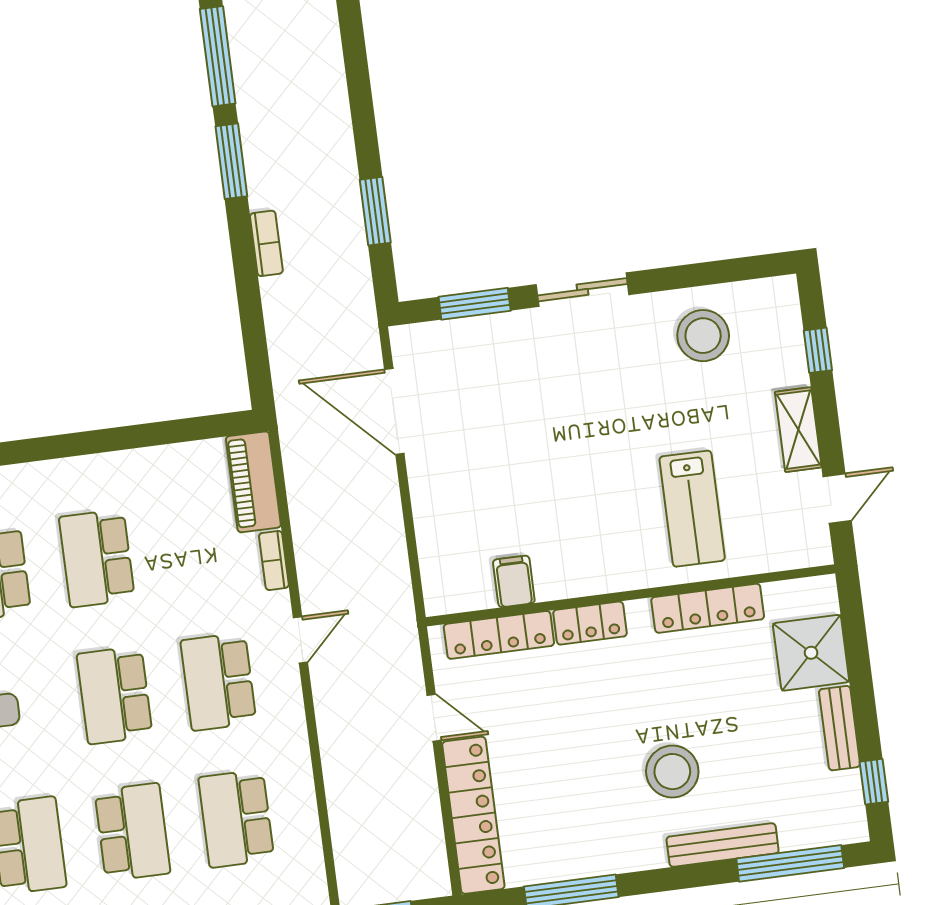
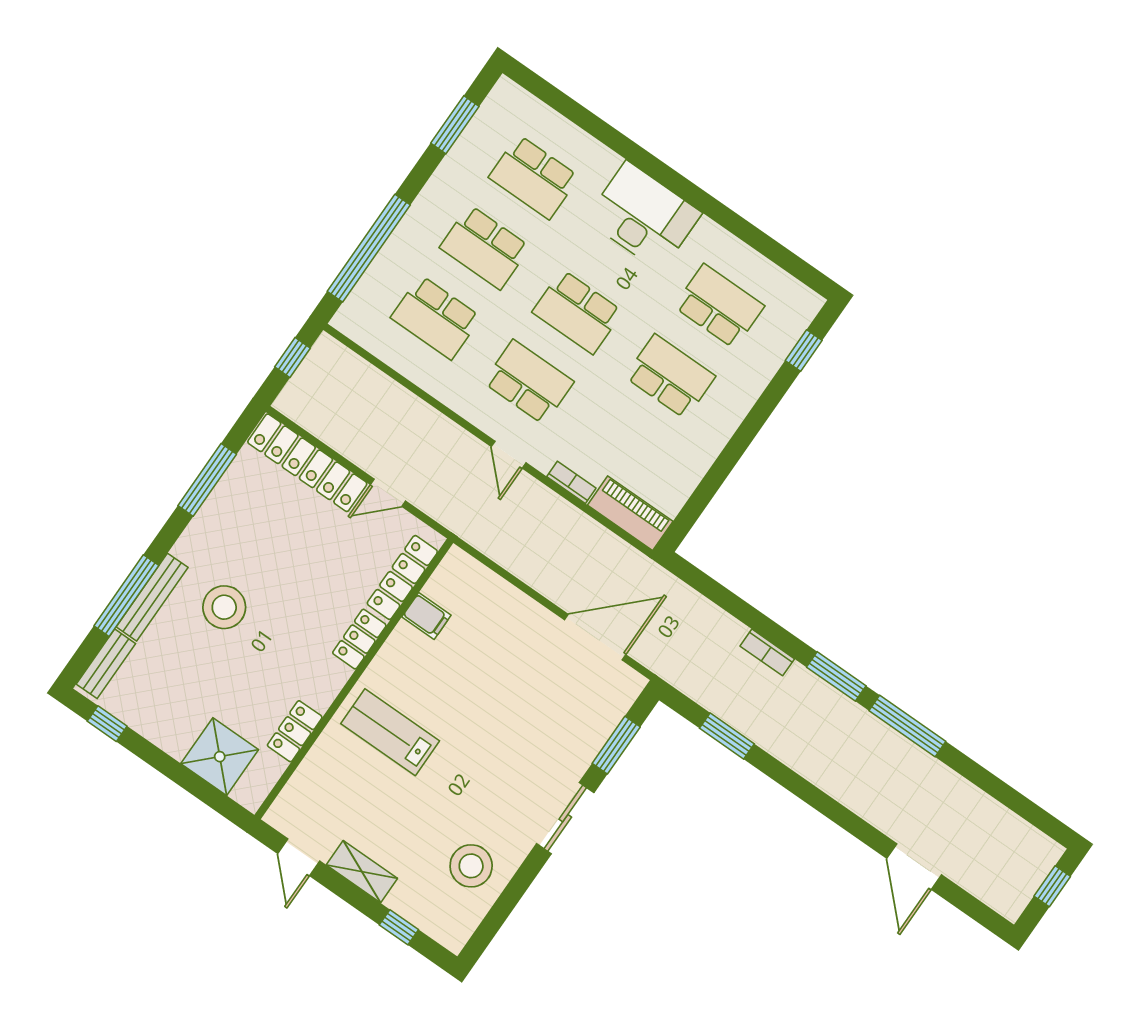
lab bench: (692, 509) -> (390, 732), moved
locker: (708, 608) -> (295, 731), width x0.66
school desk: (115, 695) -> (578, 312), turned 180
bench: (840, 728) -> (106, 664), moved, turned 90
school desk: (236, 819) -> (436, 317), turned 180
window: (790, 863) -> (126, 596), moved

